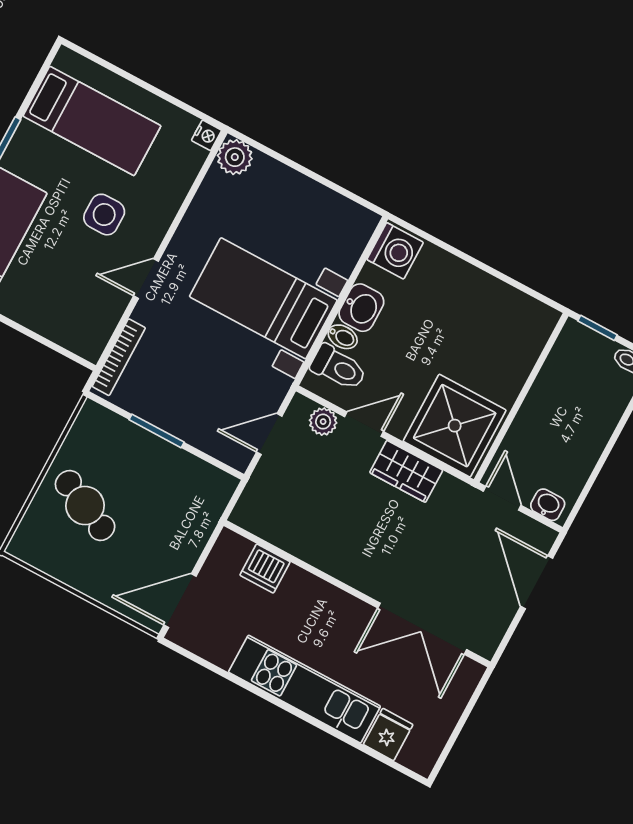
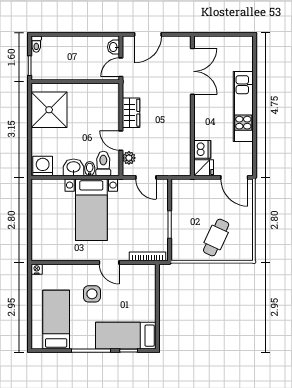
plant: (235, 157) -> (39, 253), removed
shower: (455, 426) -> (49, 110), moved
fridge: (388, 735) -> (204, 168), moved, turned 180

